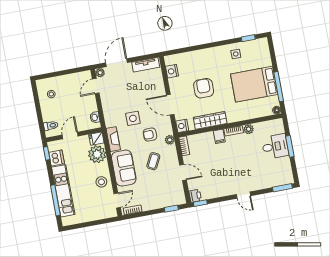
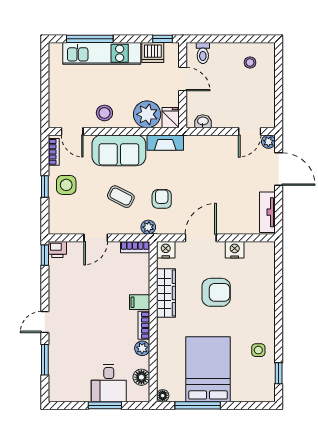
nightstand: (172, 71) -> (235, 250), moved
door: (96, 86) -> (250, 131), swing flipped
side table: (133, 118) -> (66, 185), moved
floor lamp: (267, 126) -> (141, 377), added
window: (282, 188) -> (45, 360), moved
window: (171, 209) -> (45, 186), moved

